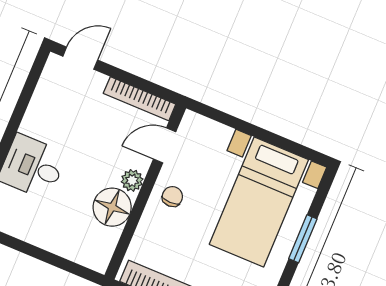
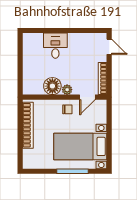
door: (165, 145) -> (87, 97), swing flipped
window: (303, 239) -> (73, 171), width x1.44

